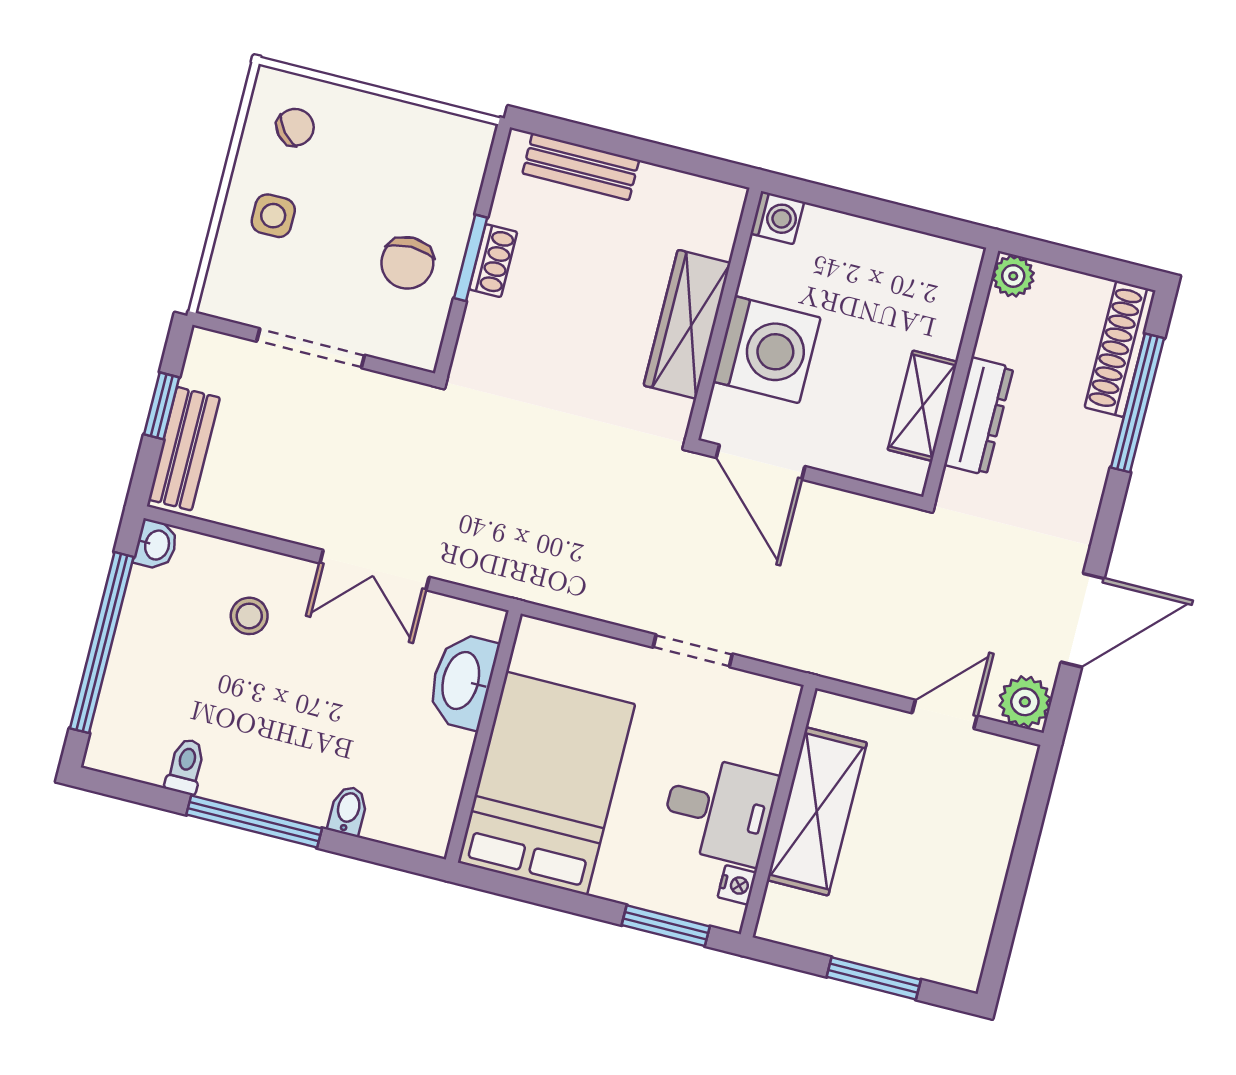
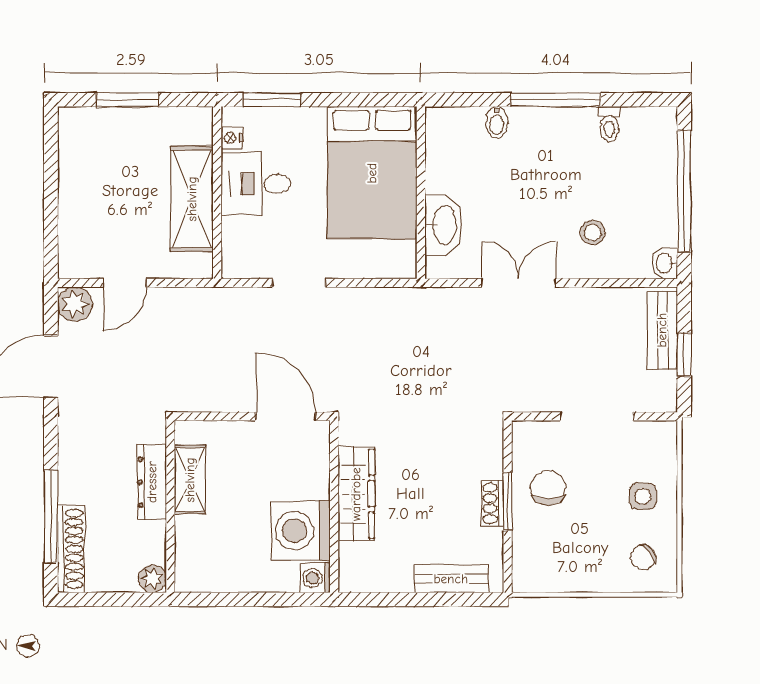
washing machine: (767, 350) -> (300, 531), moved

